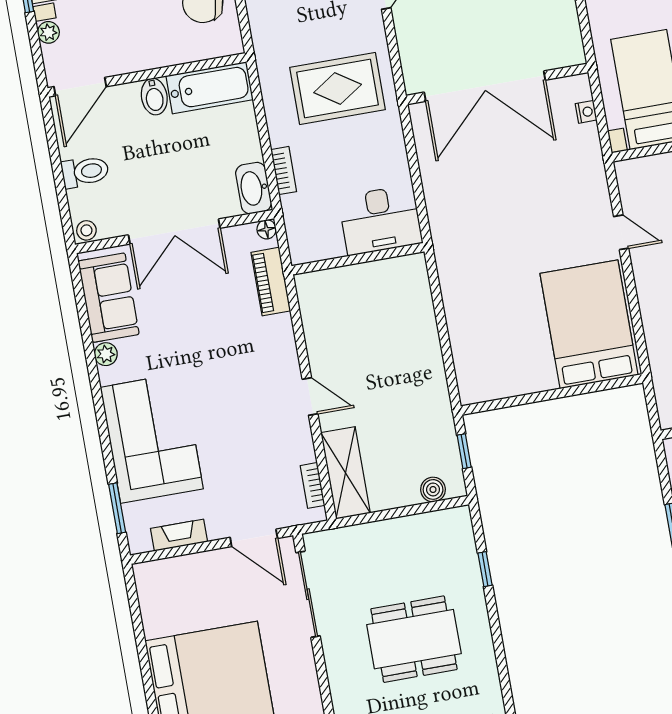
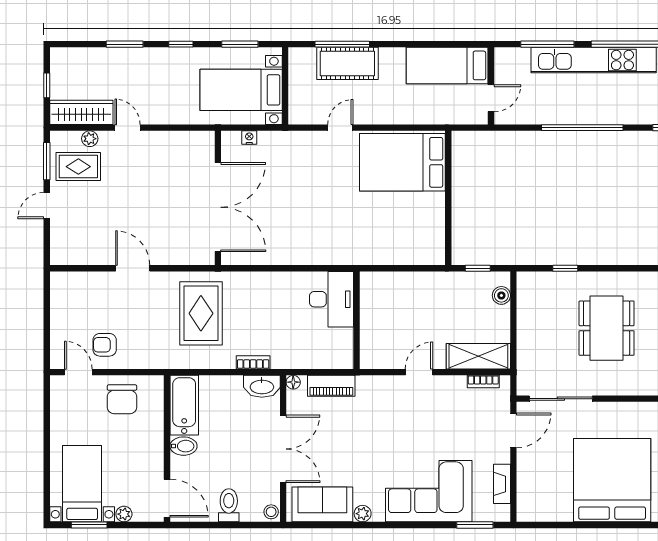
desk: (380, 220) -> (332, 299), moved
wall: (358, 259) -> (357, 320), moved

